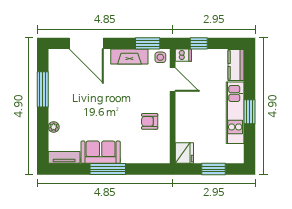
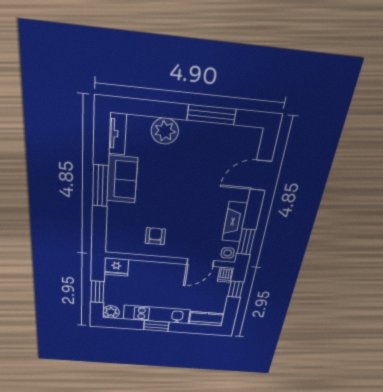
door: (86, 43) -> (261, 175), width x0.73
plant: (54, 127) -> (165, 131), width x1.87, depth x1.87
plant: (236, 156) -> (111, 312), added

